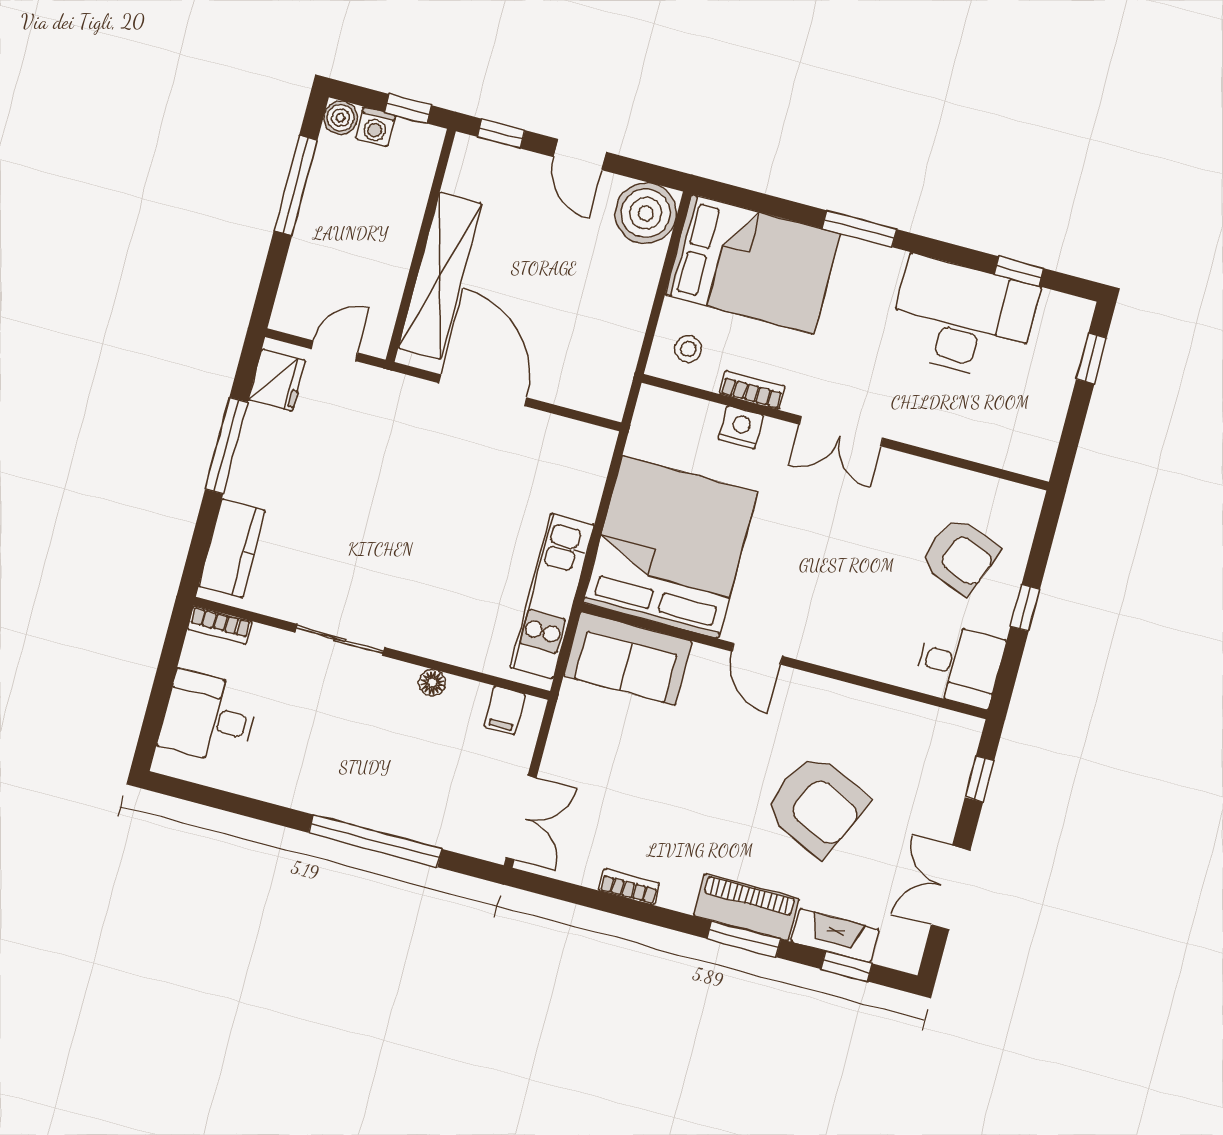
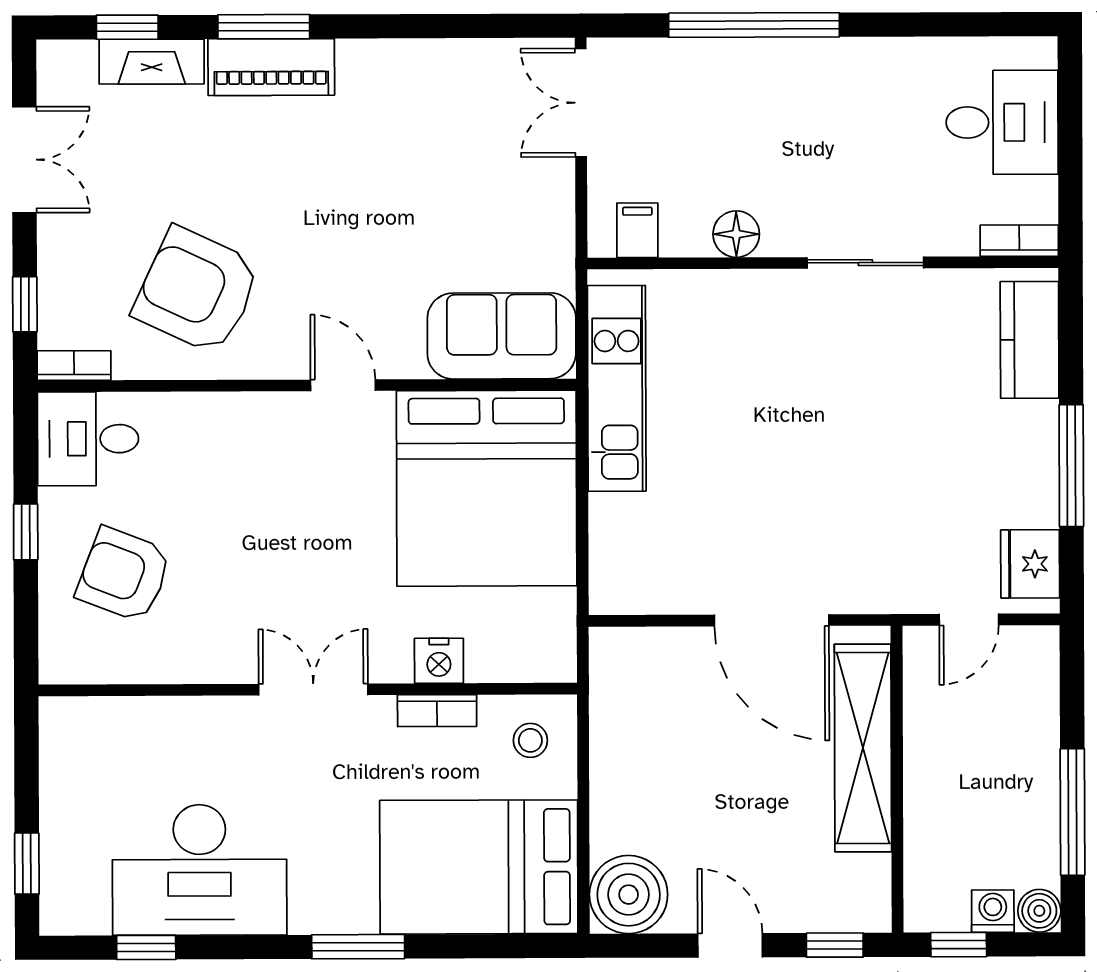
floor lamp: (432, 683) -> (736, 234), width x1.37, depth x1.37
armchair: (816, 805) -> (197, 290), moved
bookcase: (629, 887) -> (74, 366), moved, turned 180

